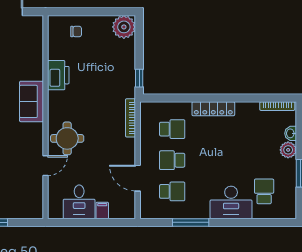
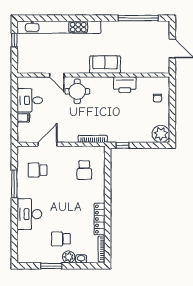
locker: (213, 109) -> (100, 219), moved
school desk: (172, 160) -> (61, 170), removed
school desk: (172, 191) -> (38, 170), turned 90
school desk: (264, 191) -> (61, 239), moved, turned 180

